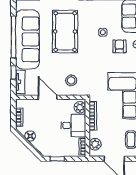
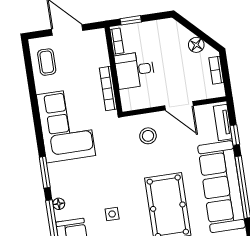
armchair: (119, 46) -> (84, 197), removed
plant: (80, 107) -> (129, 98), removed
plant: (95, 144) -> (99, 47), removed
window: (57, 159) -> (131, 20), moved

